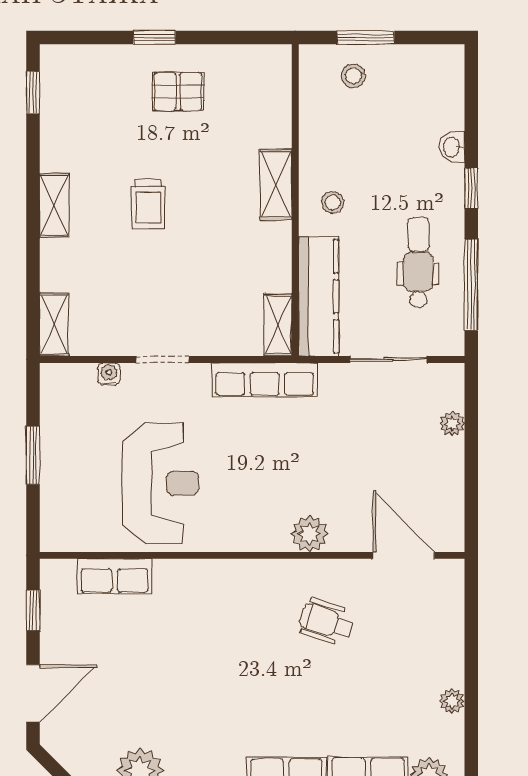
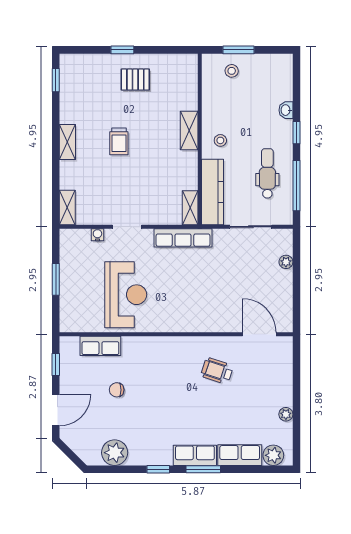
plant: (310, 534) -> (208, 322), removed
chair: (144, 657) -> (117, 390), added

